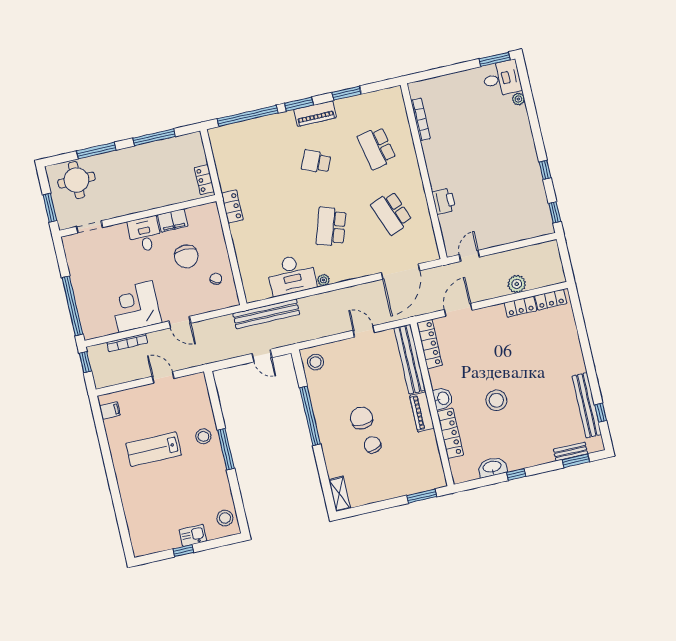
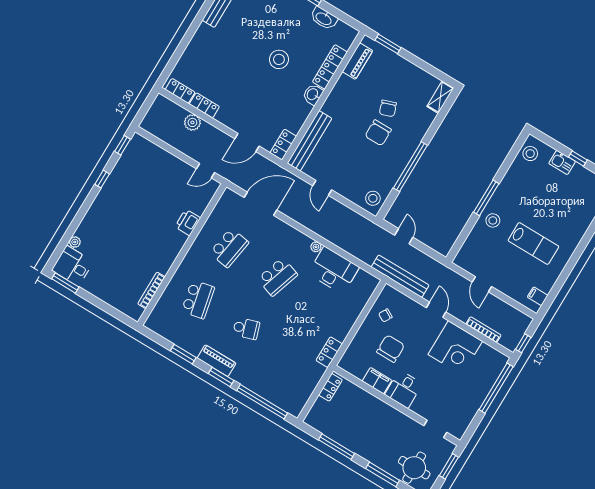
school desk: (316, 162) -> (246, 329), turned -42
school desk: (392, 213) -> (229, 248), turned 30
bench: (266, 314) -> (400, 276), moved
locker: (430, 344) -> (283, 145), width x0.66
piano: (422, 412) -> (357, 61), moved

